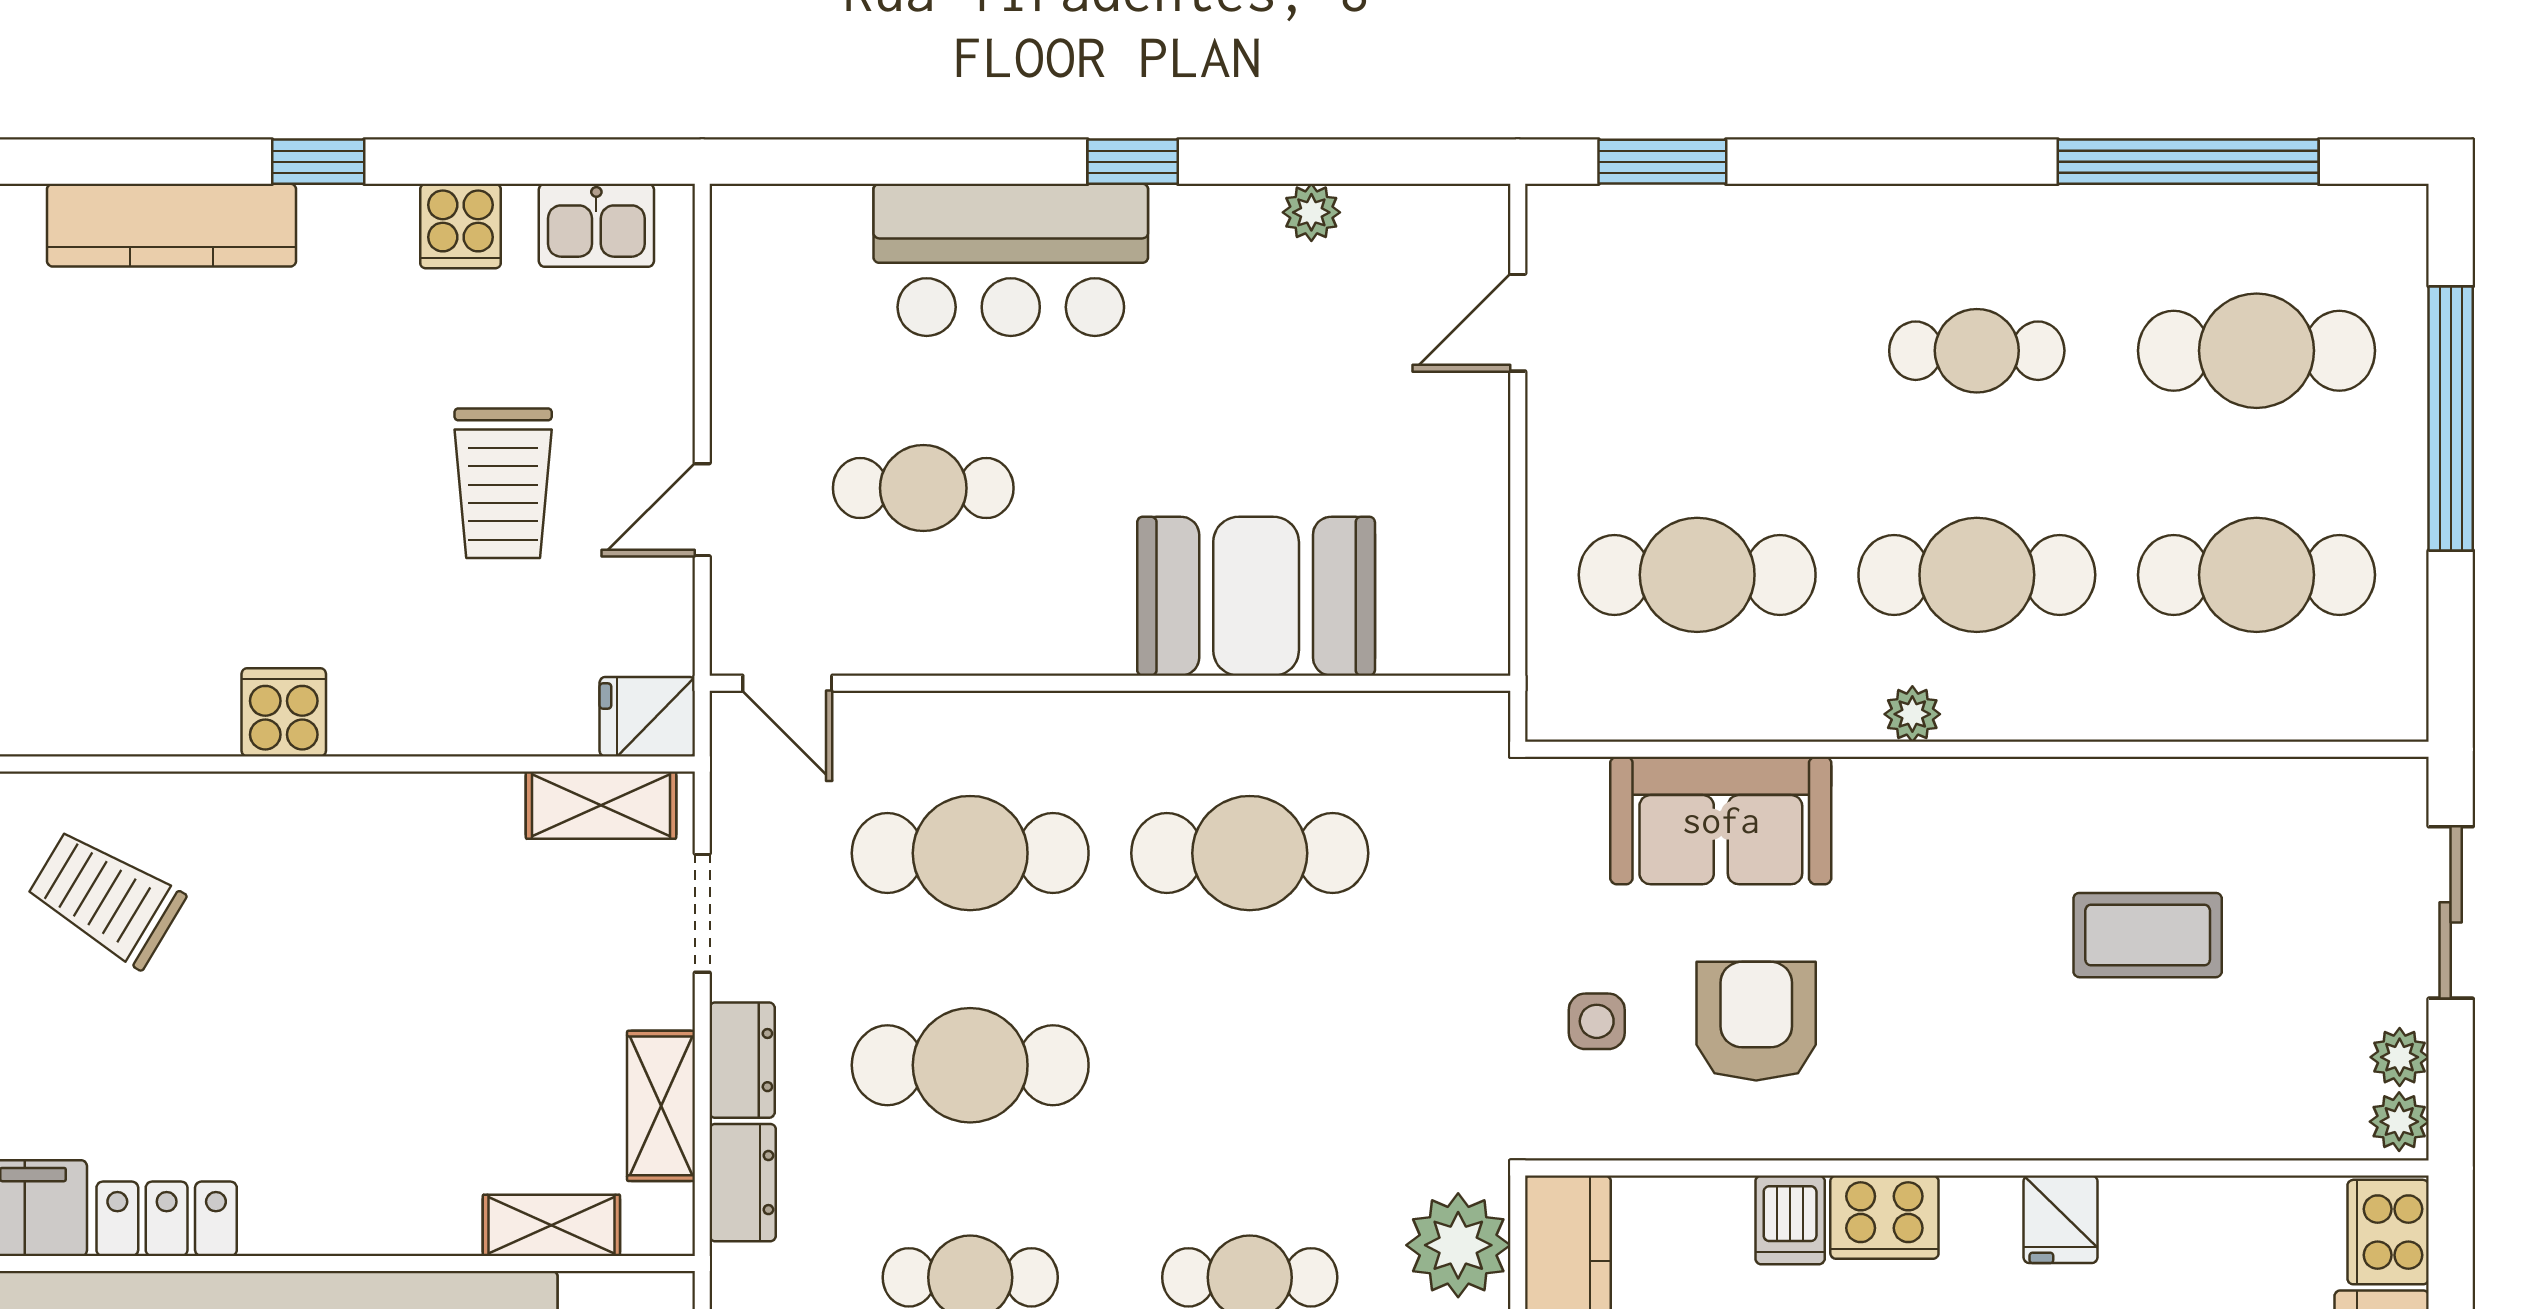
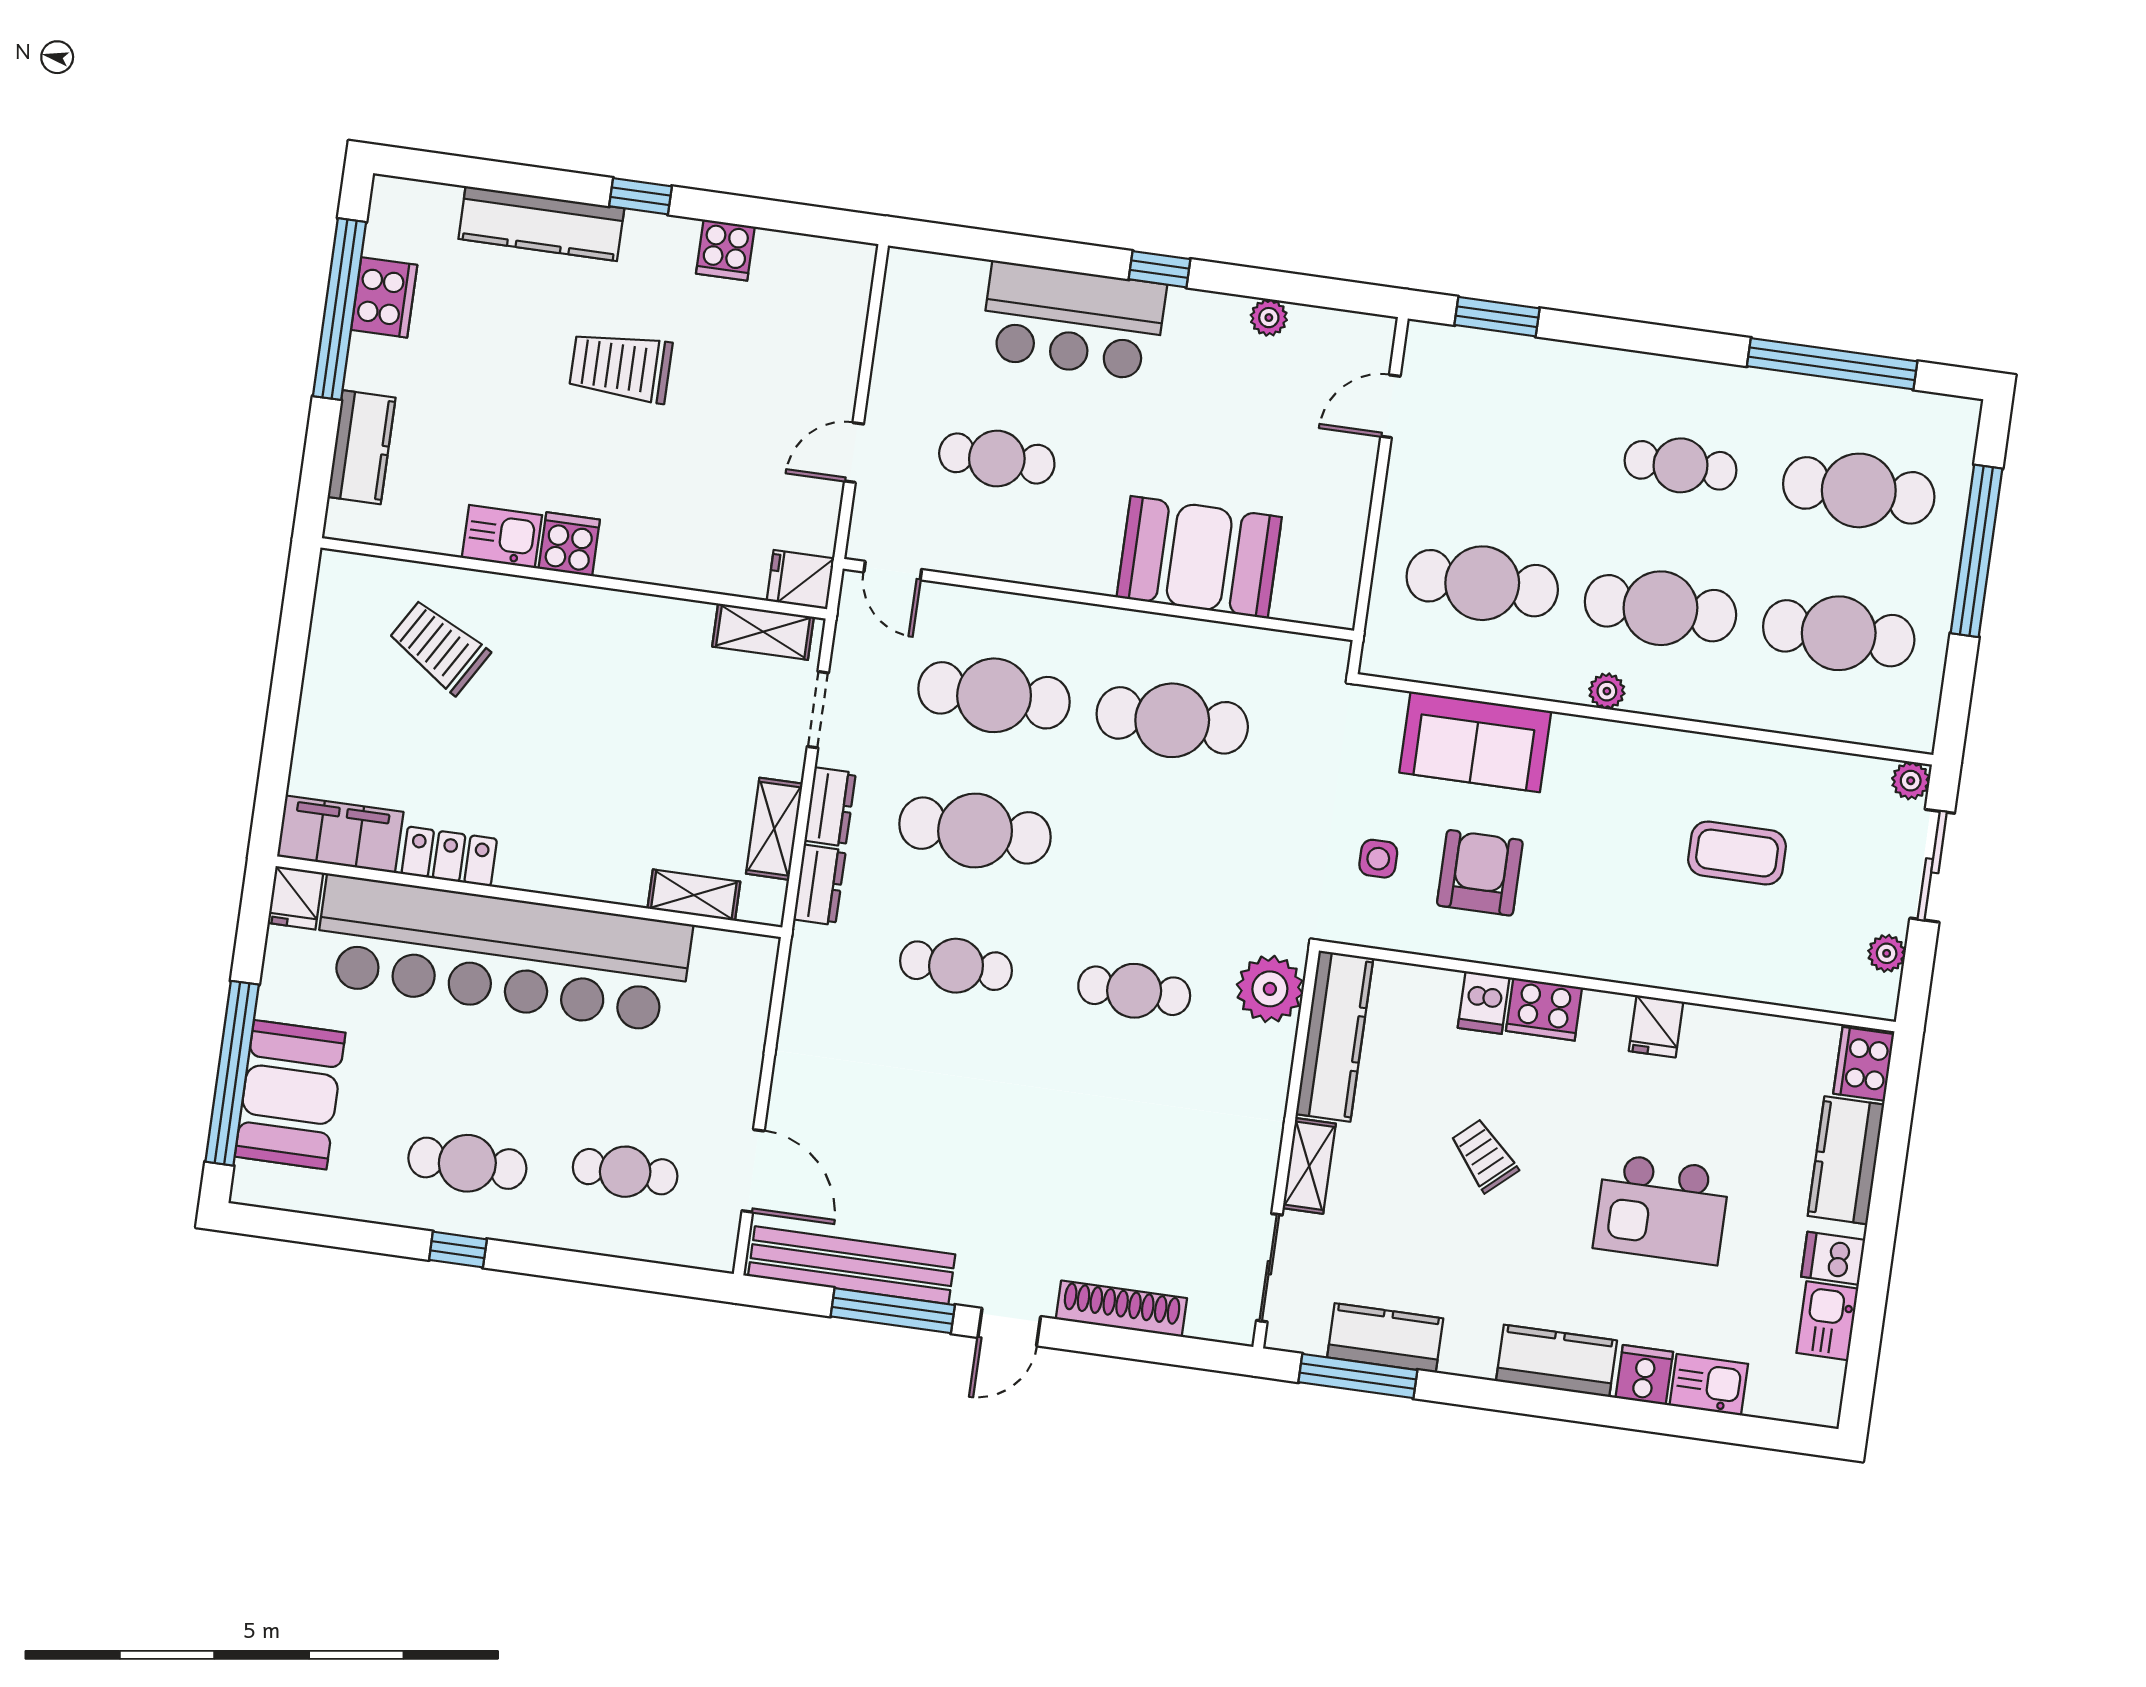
kitchen sink: (596, 225) -> (502, 536), moved, turned 180
trolley: (503, 483) -> (621, 367), moved, turned 90
plant: (2399, 1122) -> (1911, 781), moved

